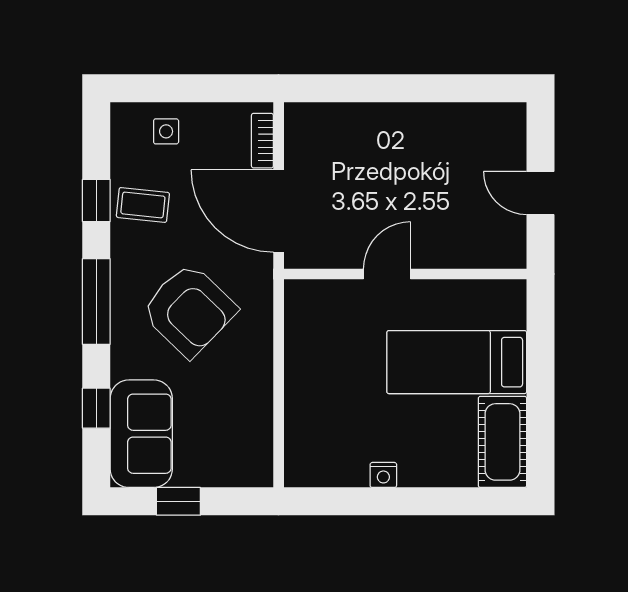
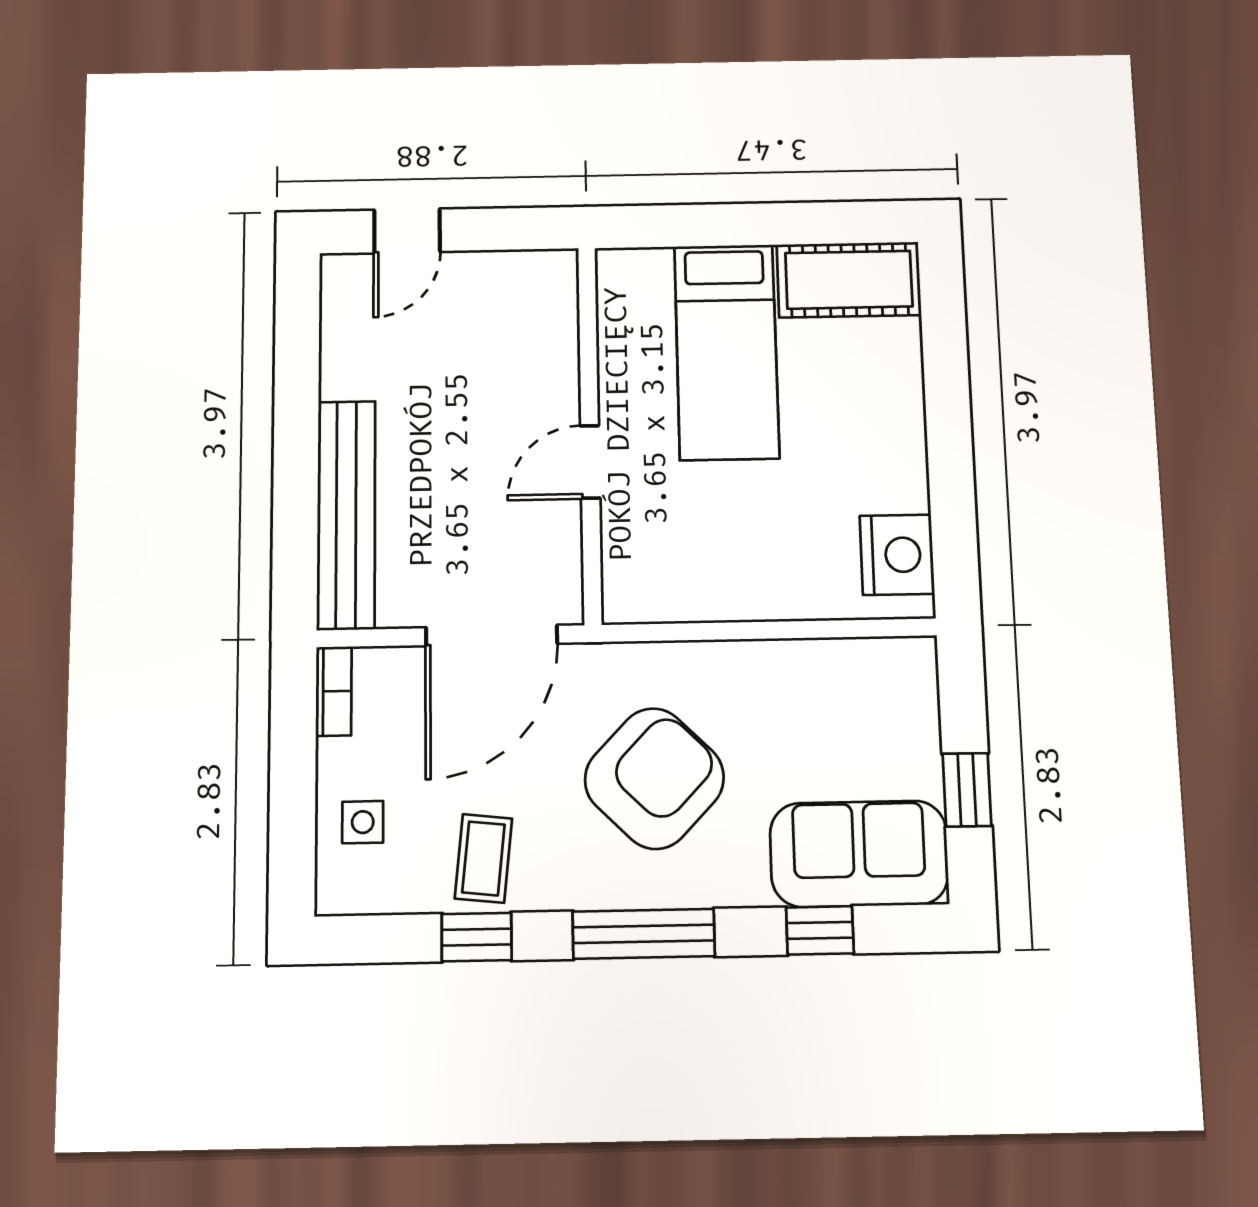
bench: (356, 120) -> (346, 515), added
bookcase: (262, 141) -> (334, 691), moved, turned -90
door: (541, 193) -> (407, 231), moved
door: (387, 274) -> (590, 462), hinge flipped
nightstand: (383, 475) -> (897, 555), moved, width x1.89, depth x1.79

